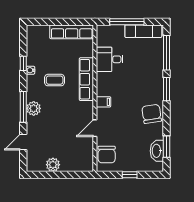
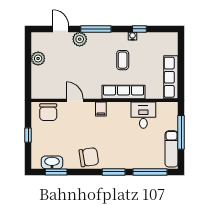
plant: (34, 108) -> (80, 39), moved
chair: (107, 155) -> (48, 112), turned -90

